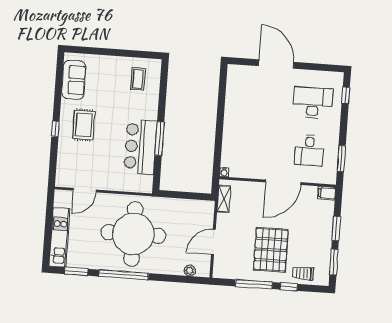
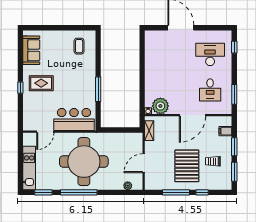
rug: (84, 125) -> (41, 83), turned 90
bar counter: (140, 147) -> (74, 119), moved, turned 90
plant: (241, 167) -> (160, 106), added
filing cabinet: (327, 193) -> (225, 131), moved
trolley: (303, 274) -> (213, 161), moved

